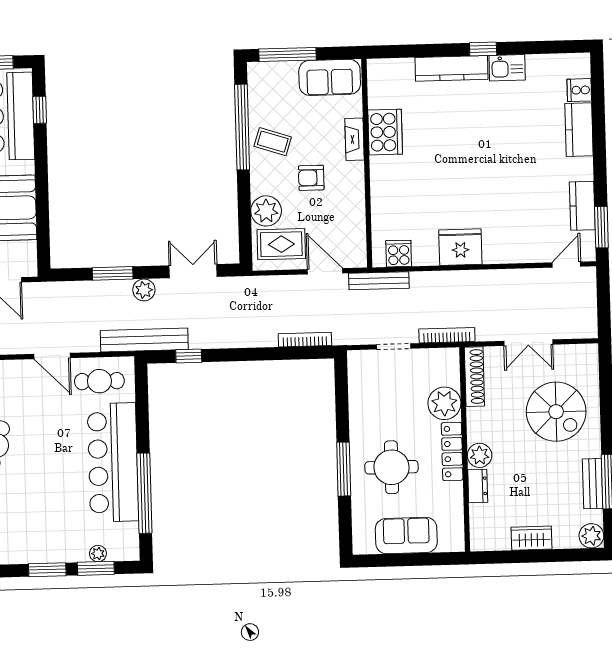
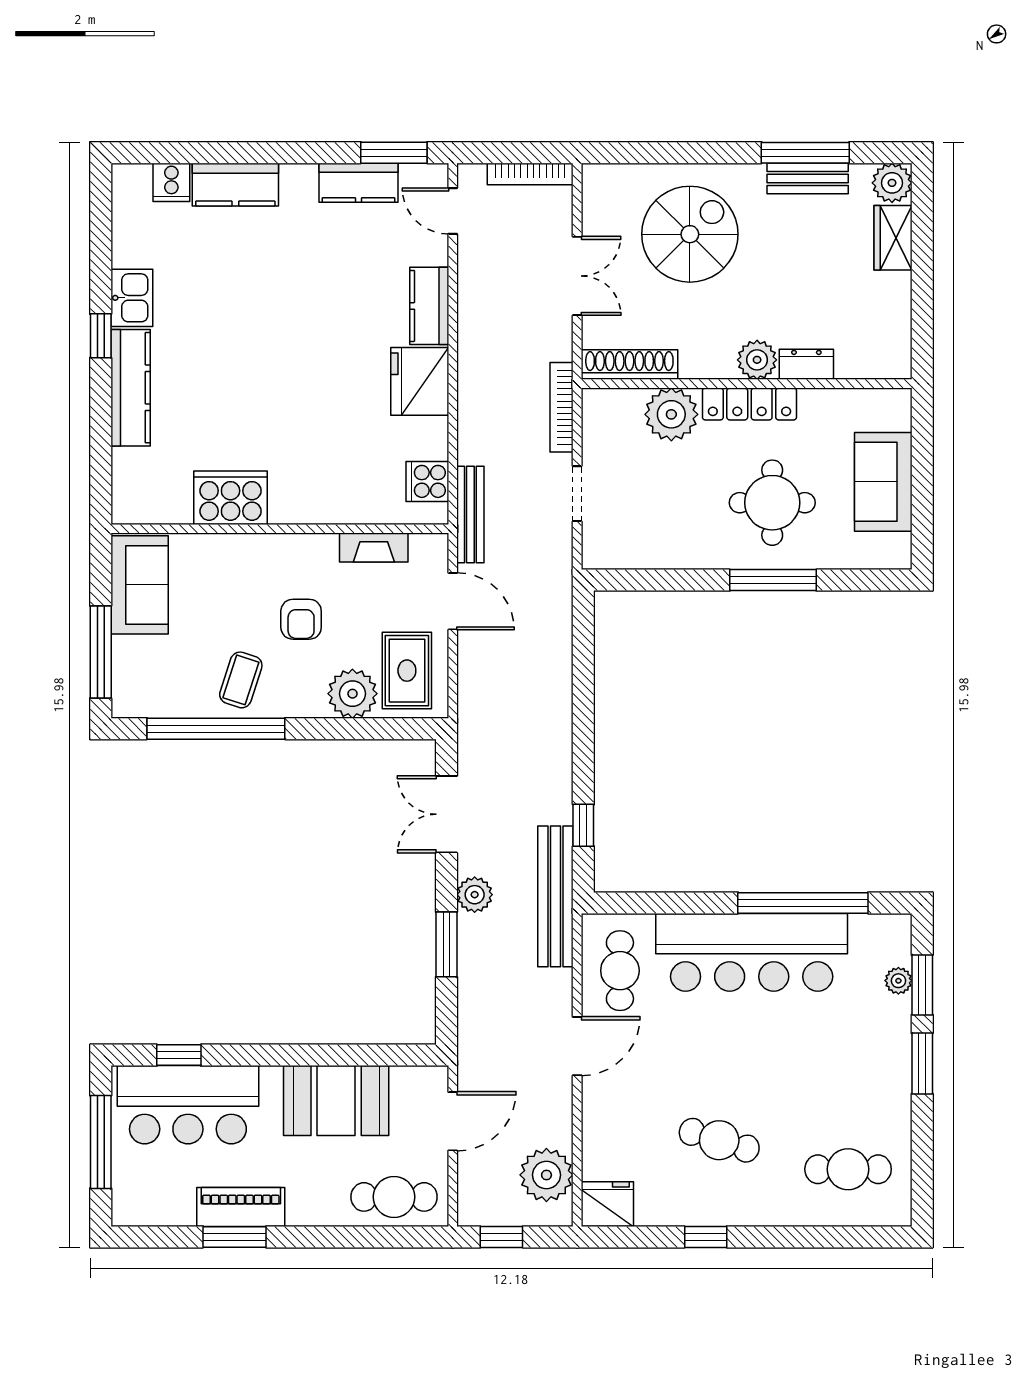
fireplace: (355, 139) -> (374, 548), moved
kitchen counter: (507, 252) -> (429, 306), added
door: (325, 271) -> (453, 601), swing flipped
bookcase: (305, 340) -> (530, 174), moved, turned -90
wardrobe: (531, 538) -> (893, 238), moved

